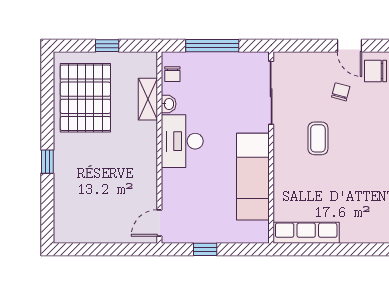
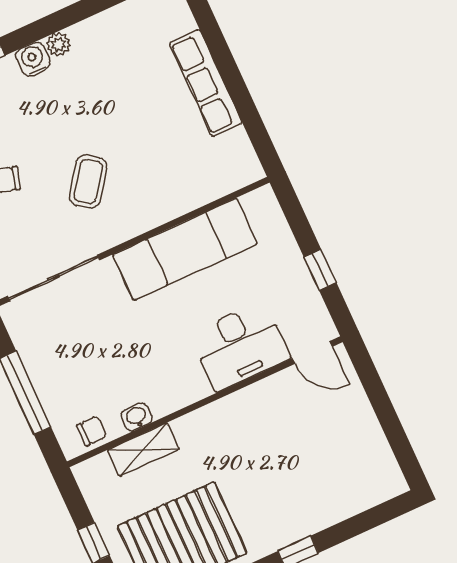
coffee table: (318, 138) -> (88, 181), turned -54
desk: (182, 141) -> (240, 346), moved
row of seats: (306, 233) -> (206, 83), moved

